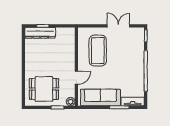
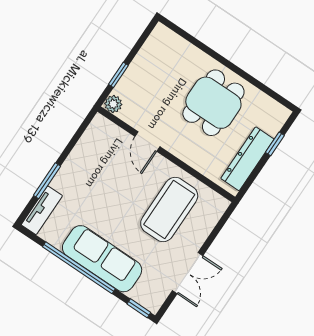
dresser: (40, 33) -> (247, 159), moved
coffee table: (98, 51) -> (169, 210), turned 90
dining table: (44, 89) -> (213, 103), moved
sofa: (100, 97) -> (102, 259), moved, turned -90

